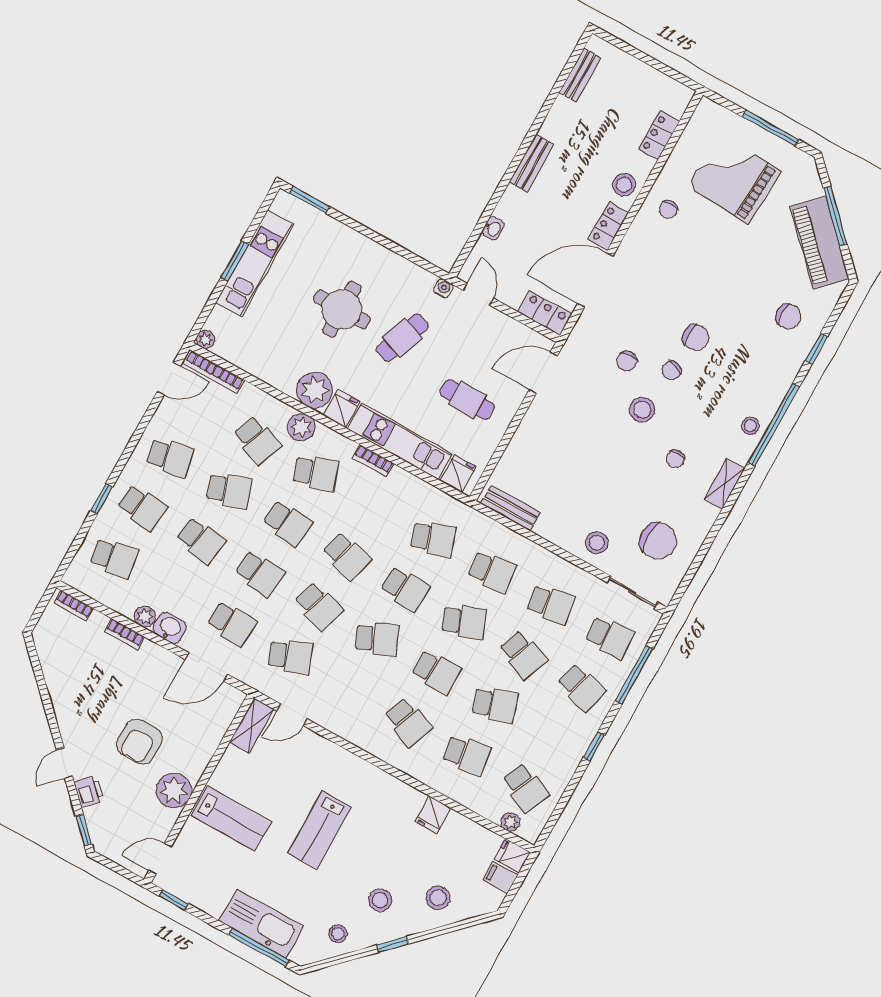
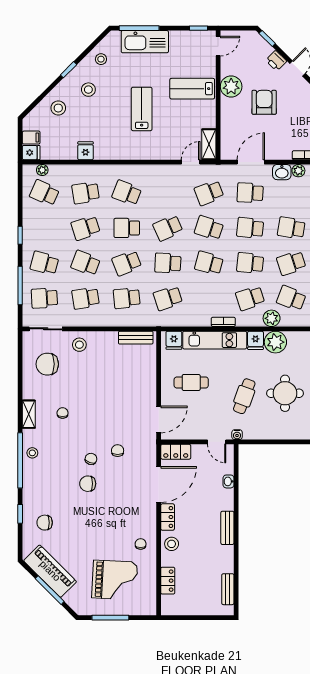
stool: (642, 410) -> (95, 429), removed

